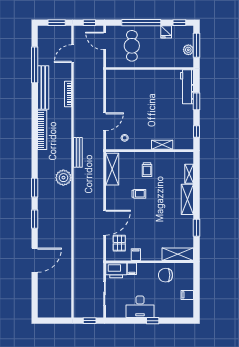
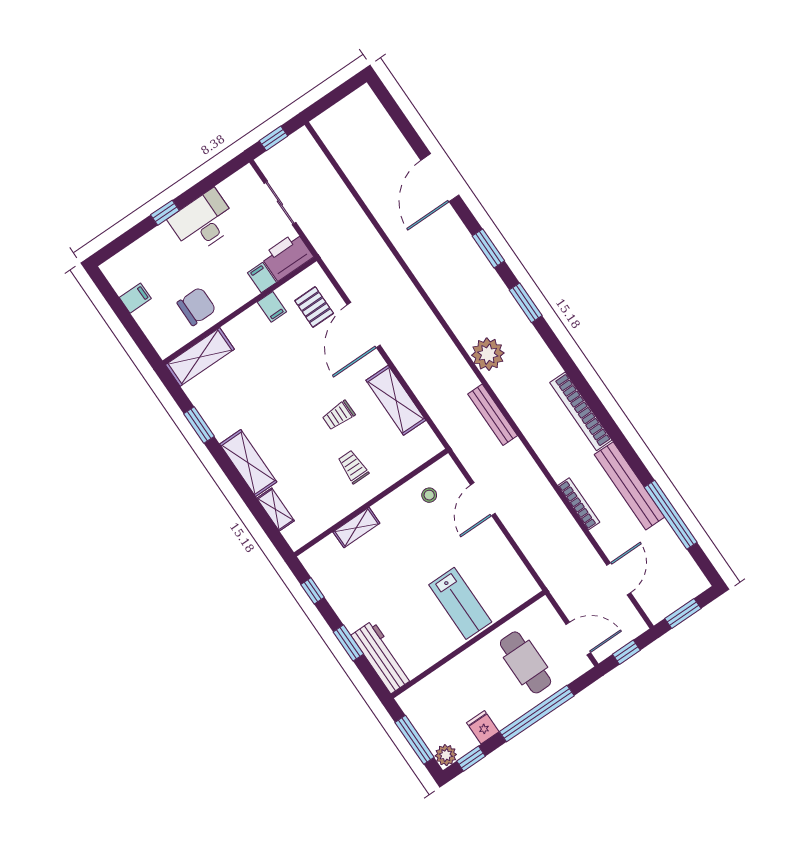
plant: (188, 50) -> (446, 755), moved
lab bench: (142, 87) -> (460, 603), added
shelving: (112, 169) -> (396, 400), moved

